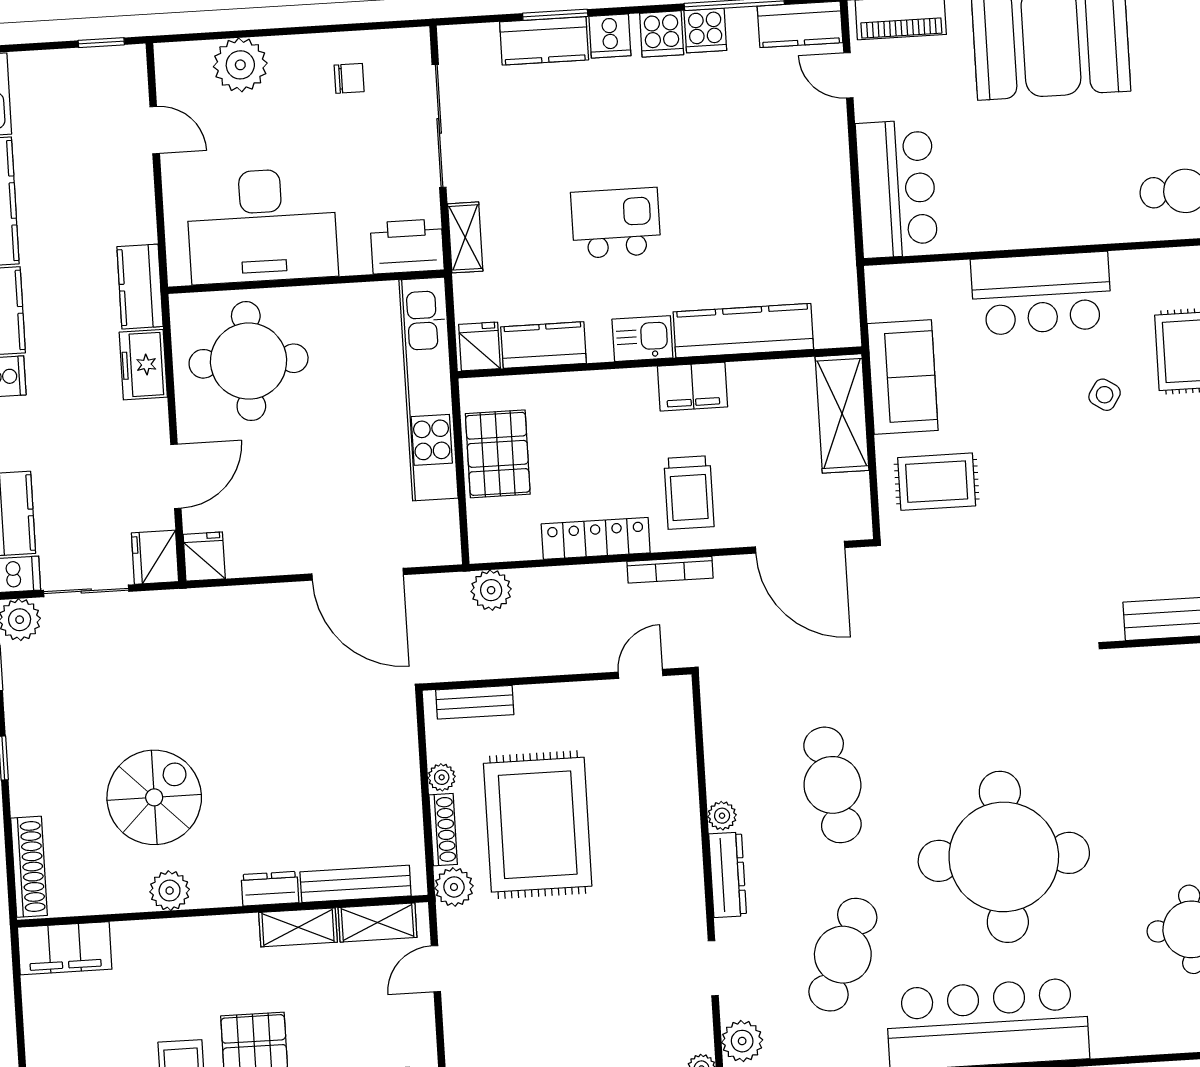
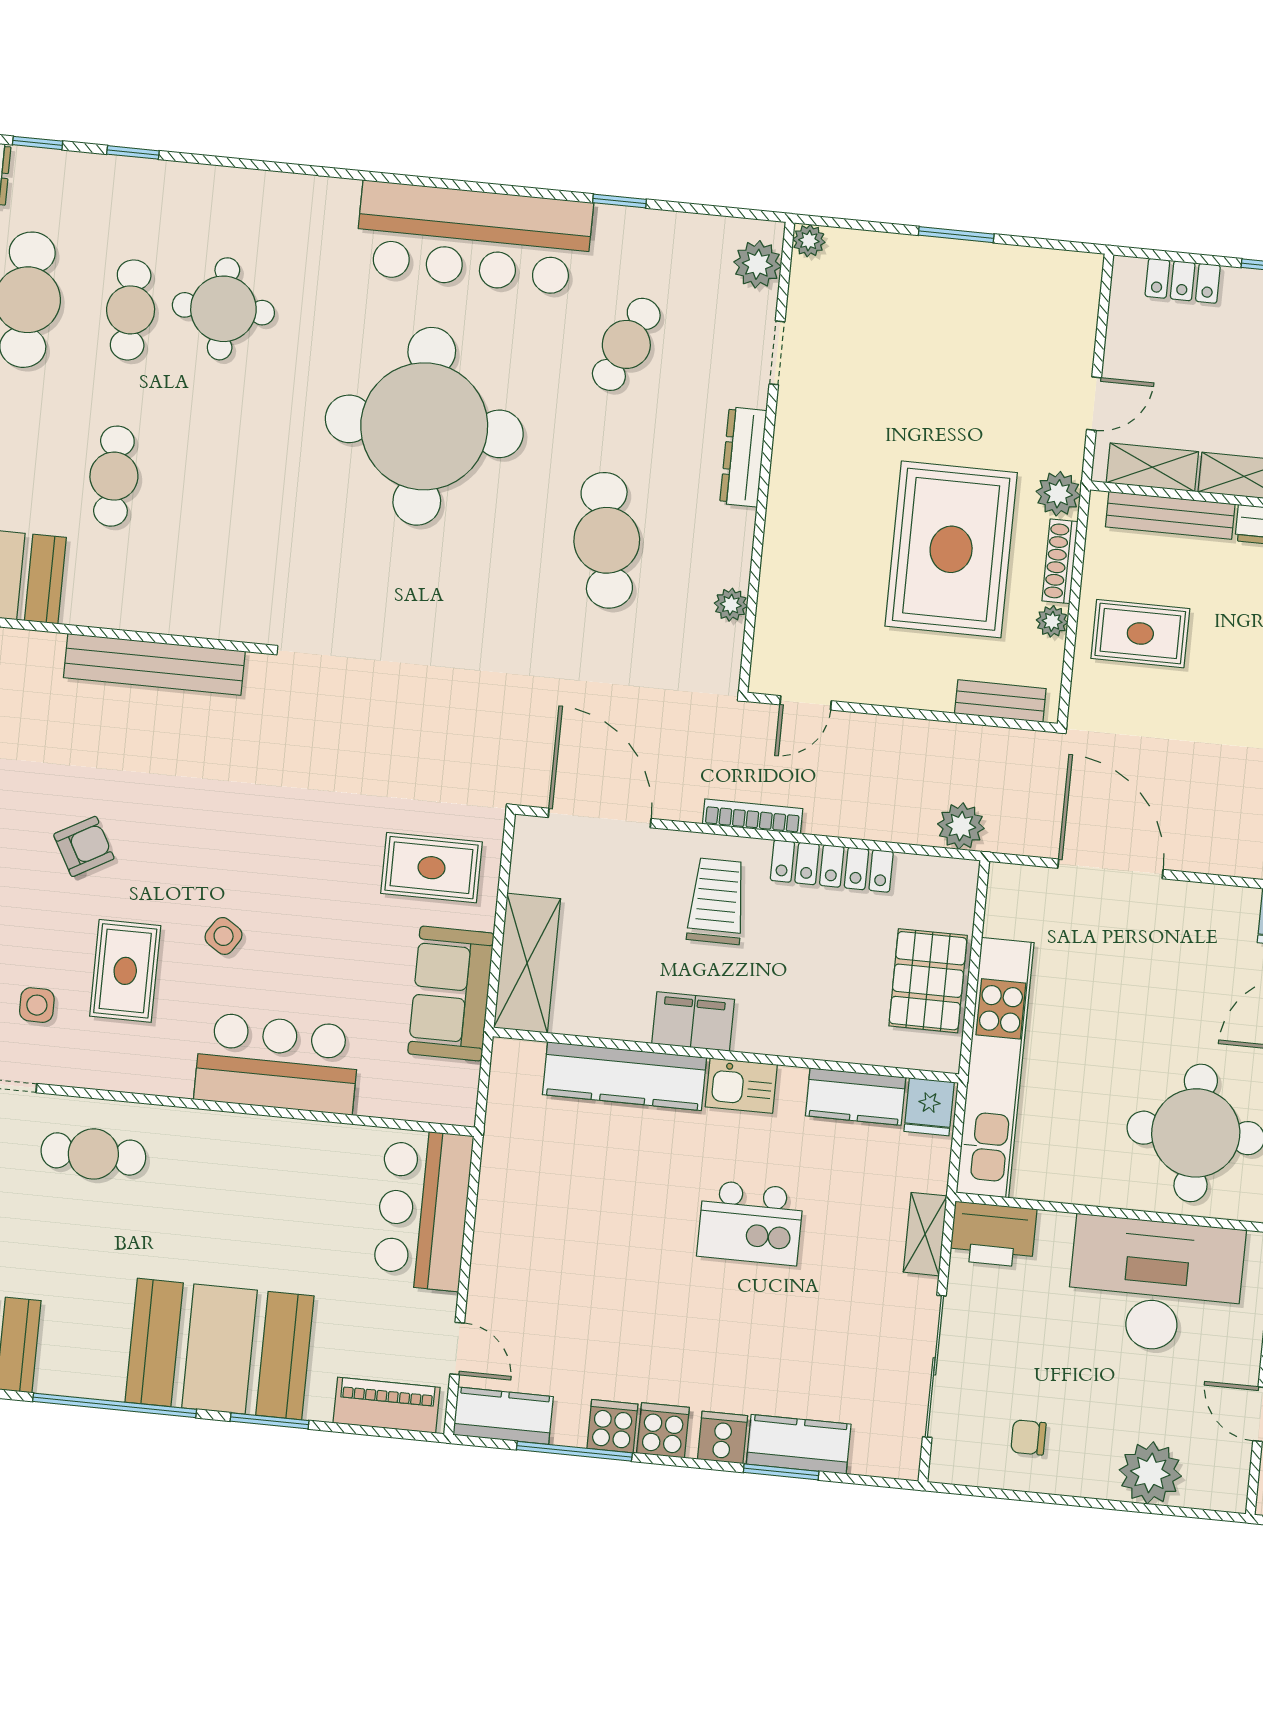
rug: (365, 779) -> (1140, 634), added
plant: (722, 816) -> (731, 605), moved
cafe table: (843, 955) -> (626, 344), width x0.73, depth x0.74

